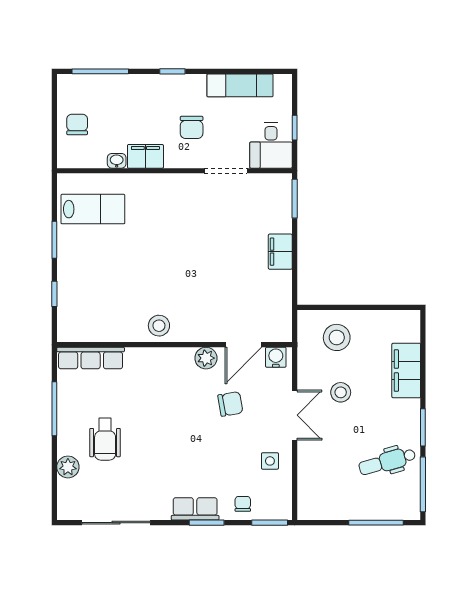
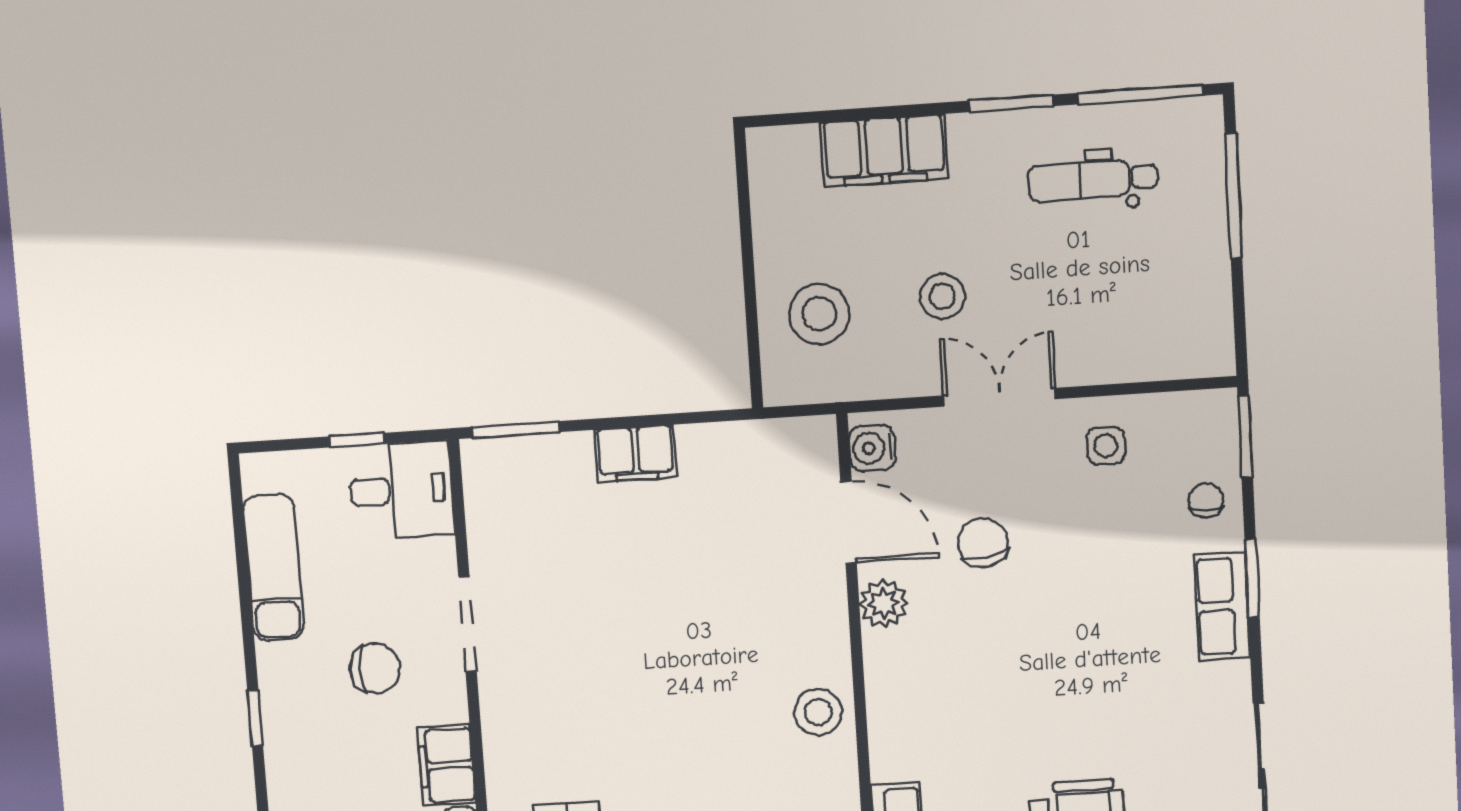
doorway: (226, 171) -> (468, 624), moved
dental chair: (387, 462) -> (1093, 180), turned 106
chair: (243, 504) -> (1206, 500), turned 90

